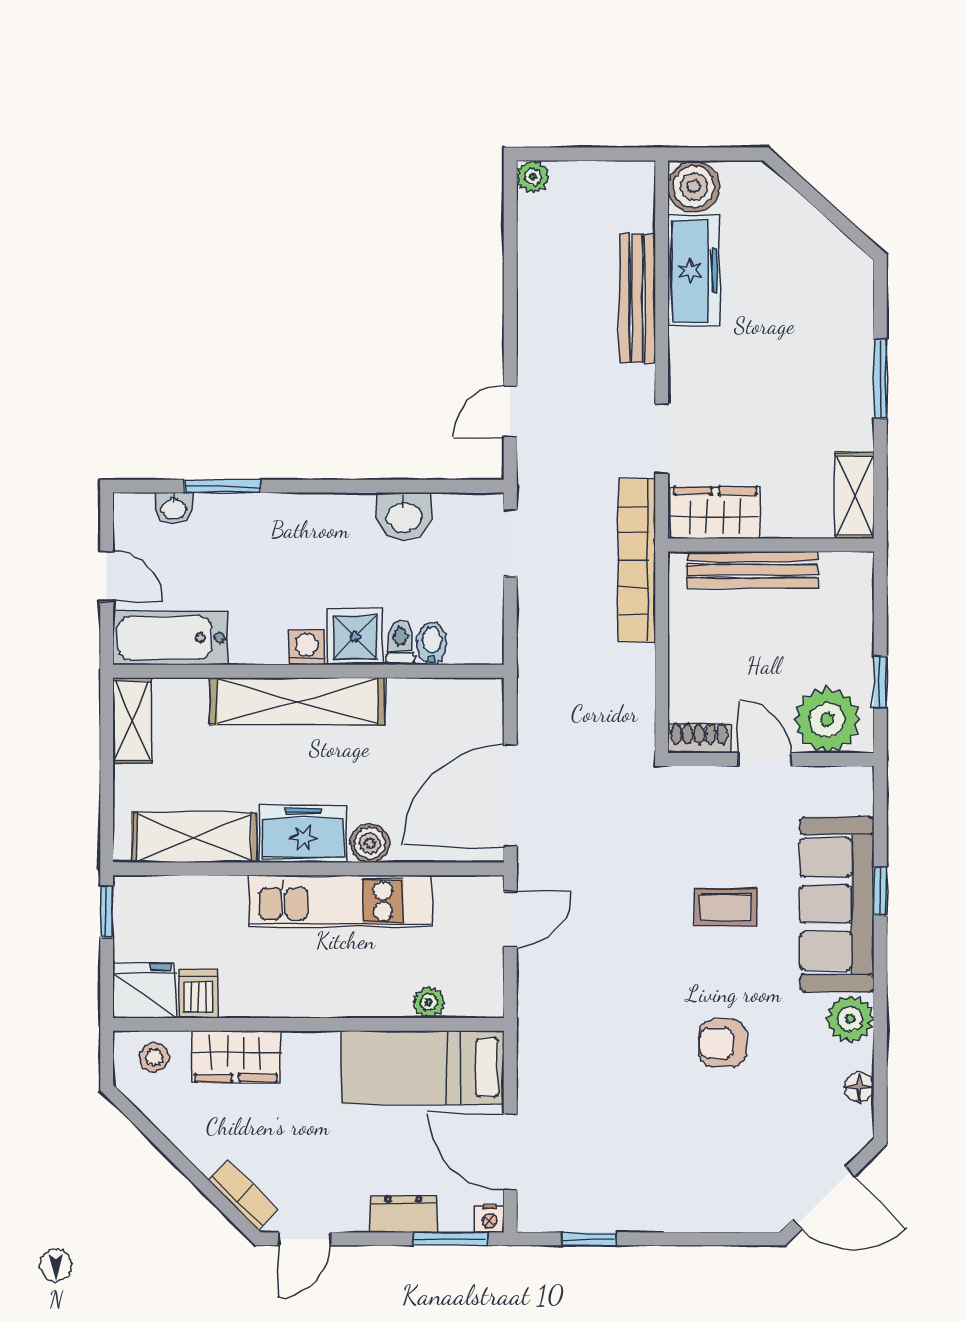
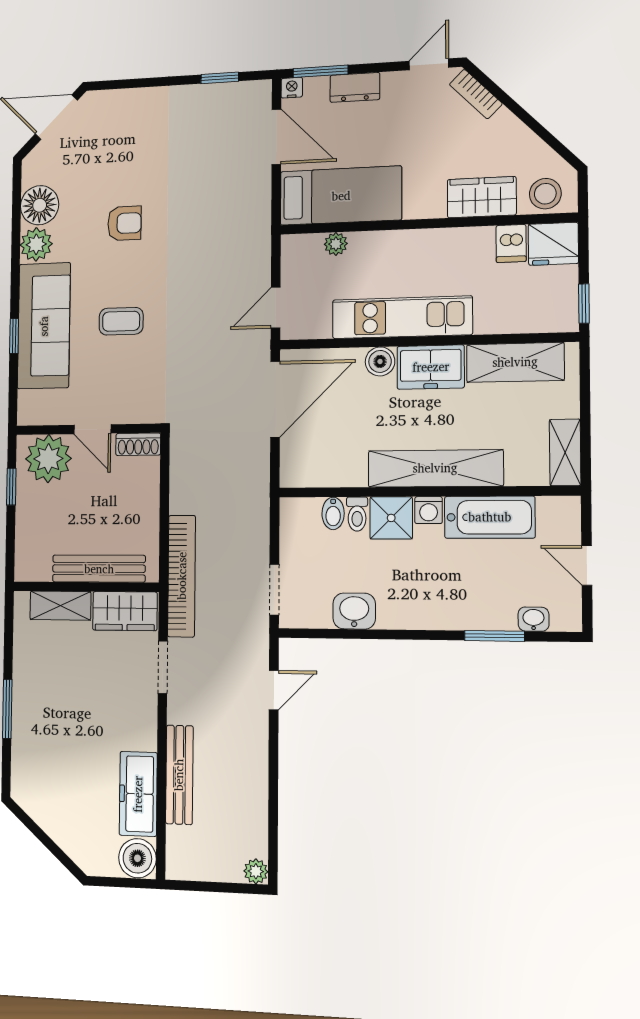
shelving: (855, 496) -> (60, 606), moved, turned 90
bathtub: (170, 638) -> (490, 517), moved
stool: (154, 1057) -> (545, 194), width x1.37, depth x1.37
floor lamp: (859, 1087) -> (40, 205), width x1.89, depth x1.89

